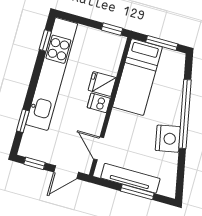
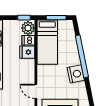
plant: (114, 47) -> (28, 28), added
dishwasher: (99, 103) -> (28, 40), moved

